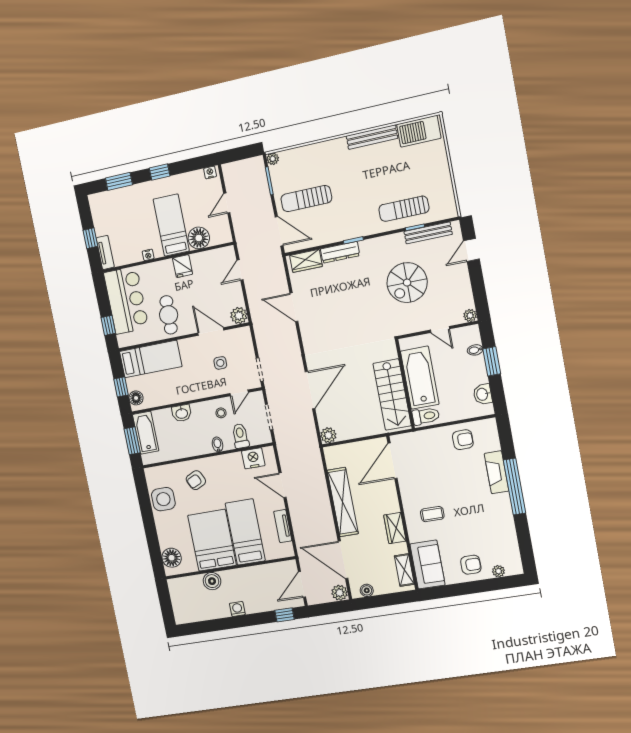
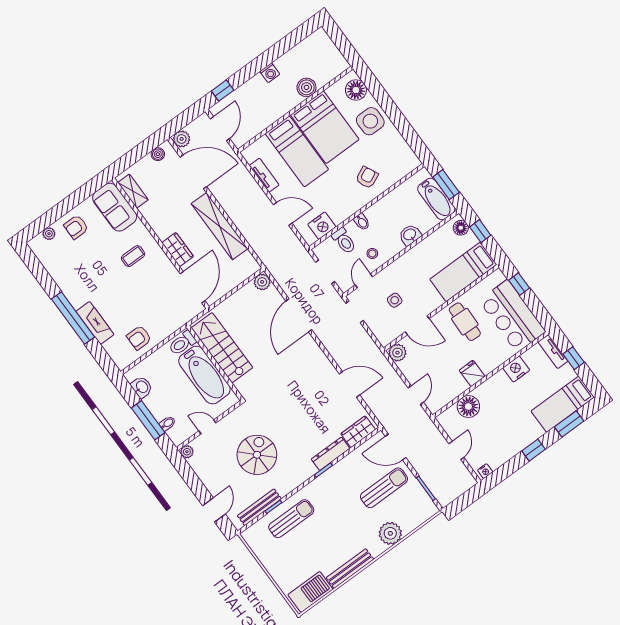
plant: (273, 159) -> (390, 533), moved, width x1.87, depth x1.87
bed: (171, 225) -> (563, 404), moved, turned 90
nightstand: (148, 255) -> (516, 369), width x1.89, depth x1.79
window: (492, 361) -> (148, 420), width x1.44
side table: (163, 499) -> (370, 121), moved
wardrobe: (395, 528) -> (178, 250), moved

